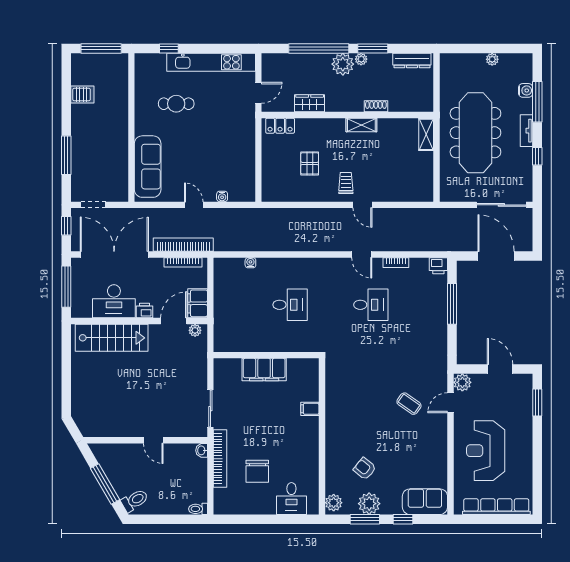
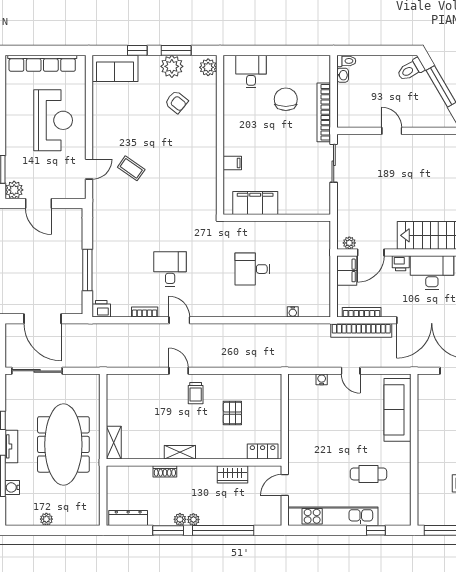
plant: (343, 64) -> (193, 520), width x0.53, depth x0.53
desk: (371, 305) -> (170, 269), turned 90
filing cabinet: (264, 370) -> (255, 203), moved
plant: (462, 382) -> (14, 190), moved
washbasin: (202, 450) -> (343, 75), moved

